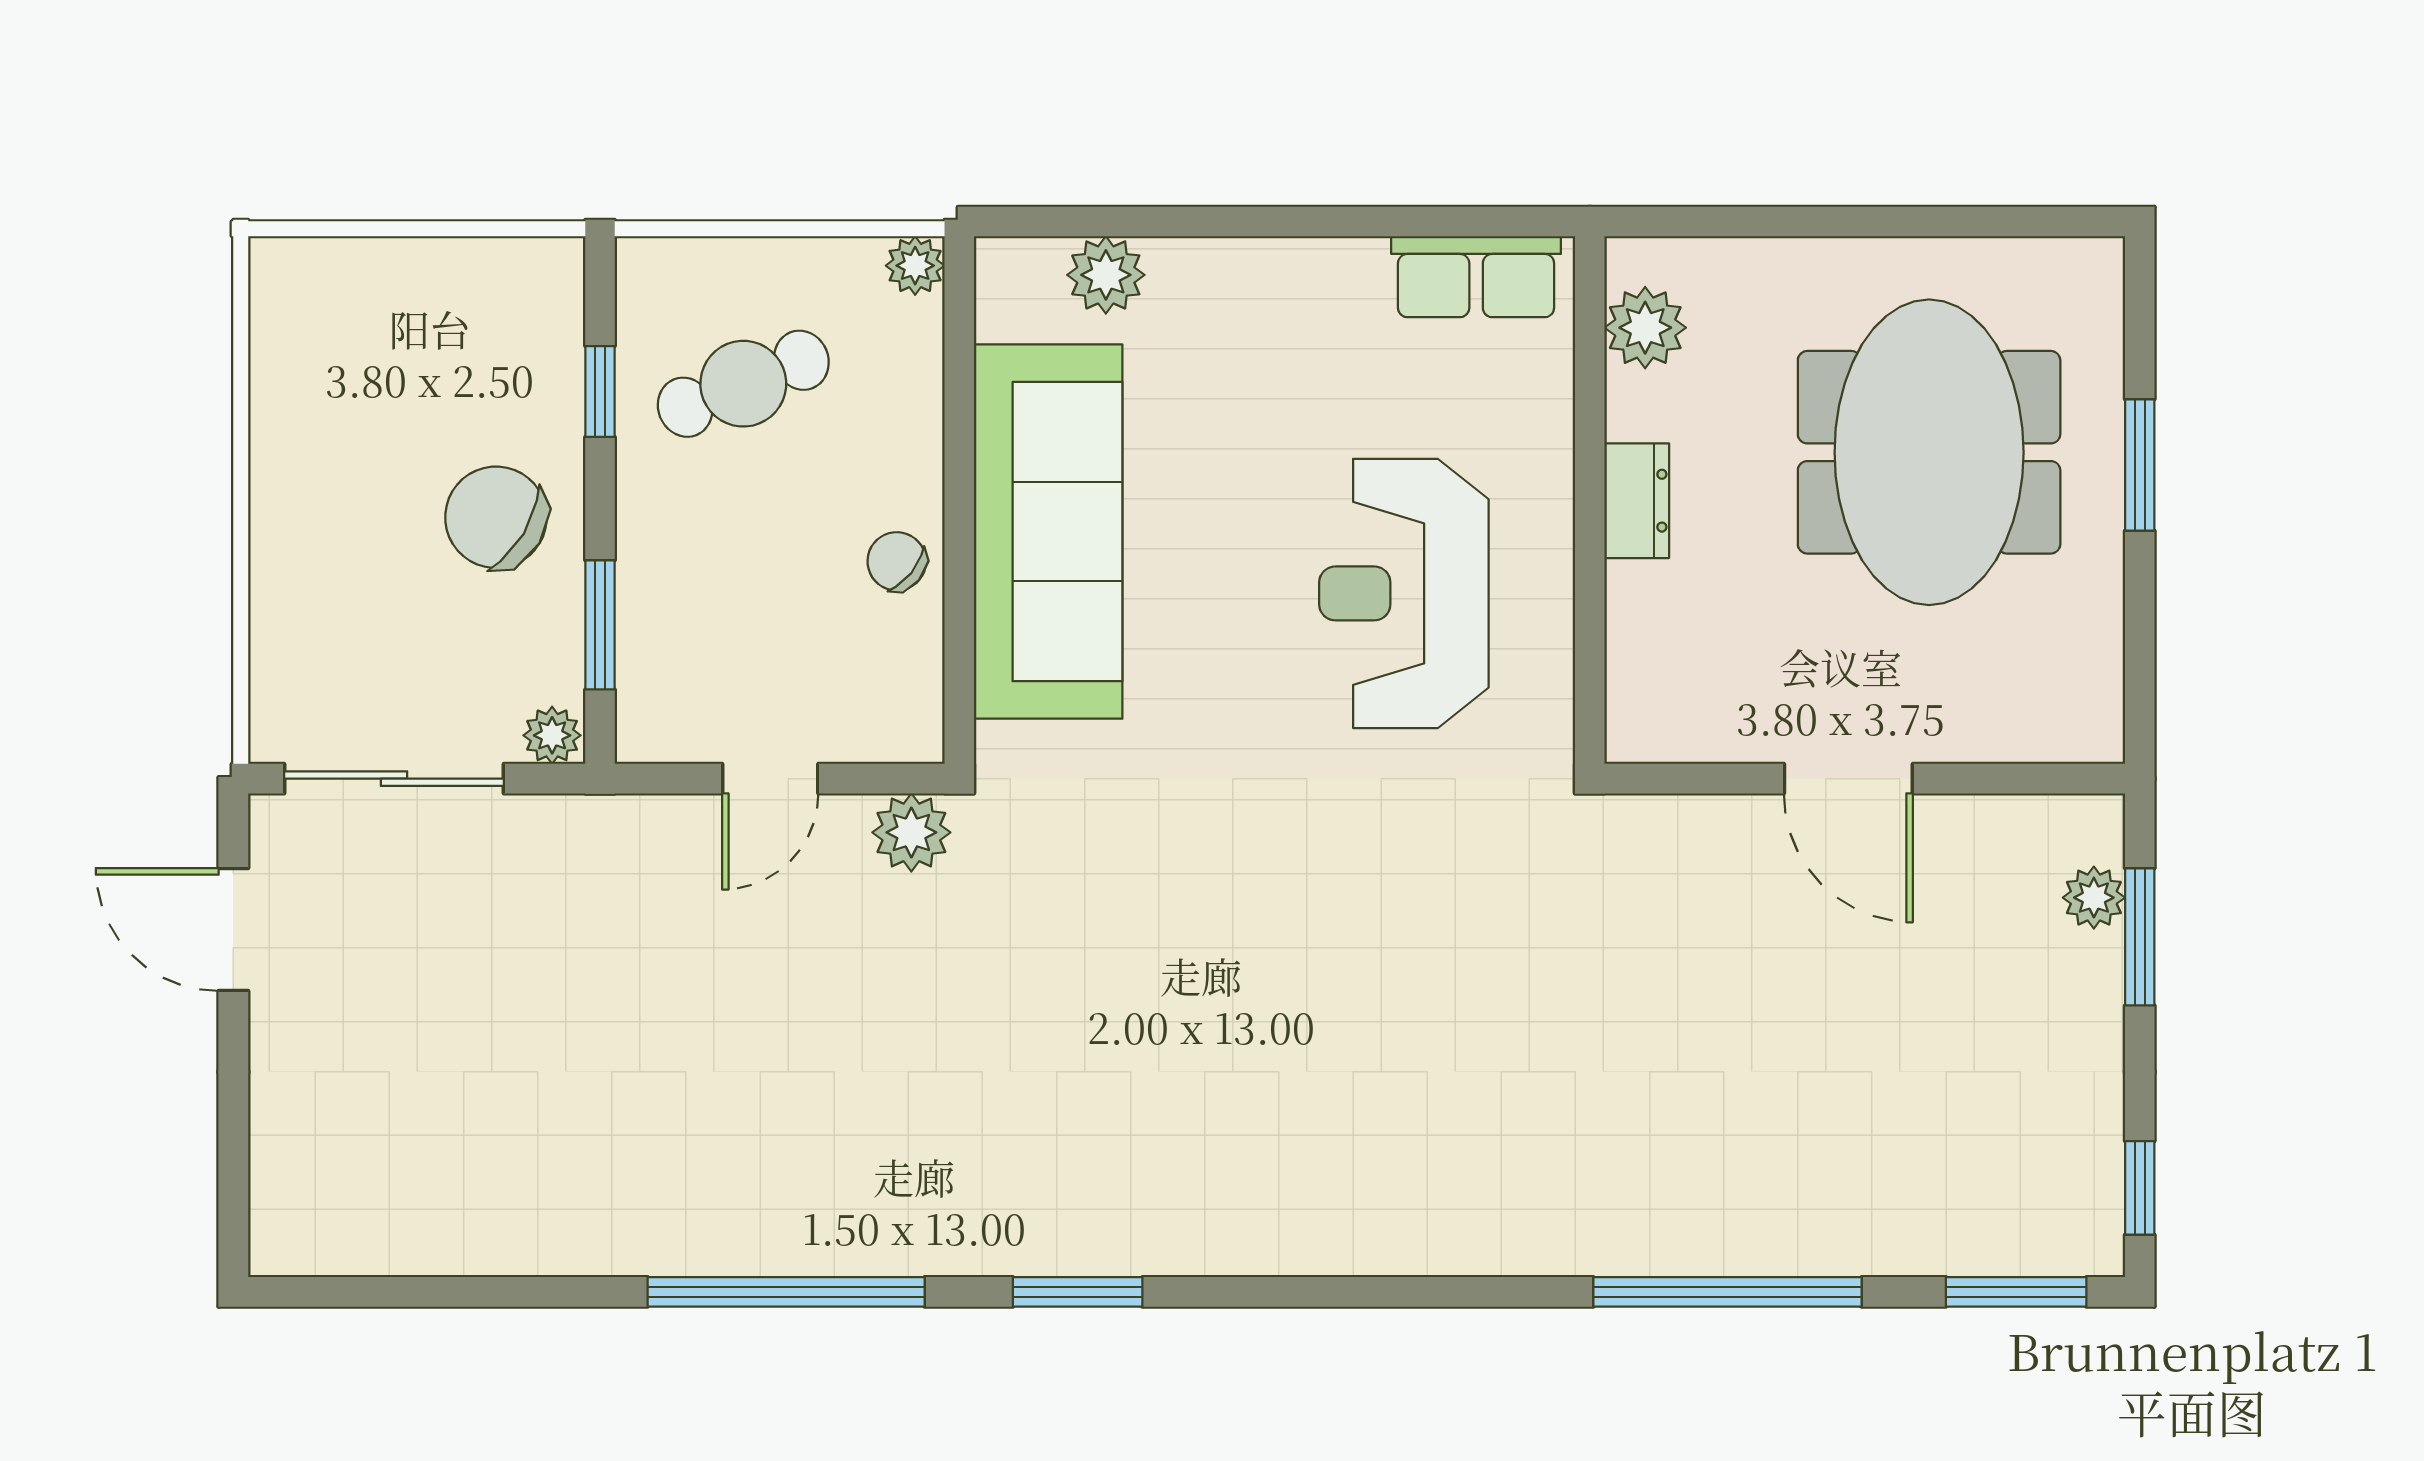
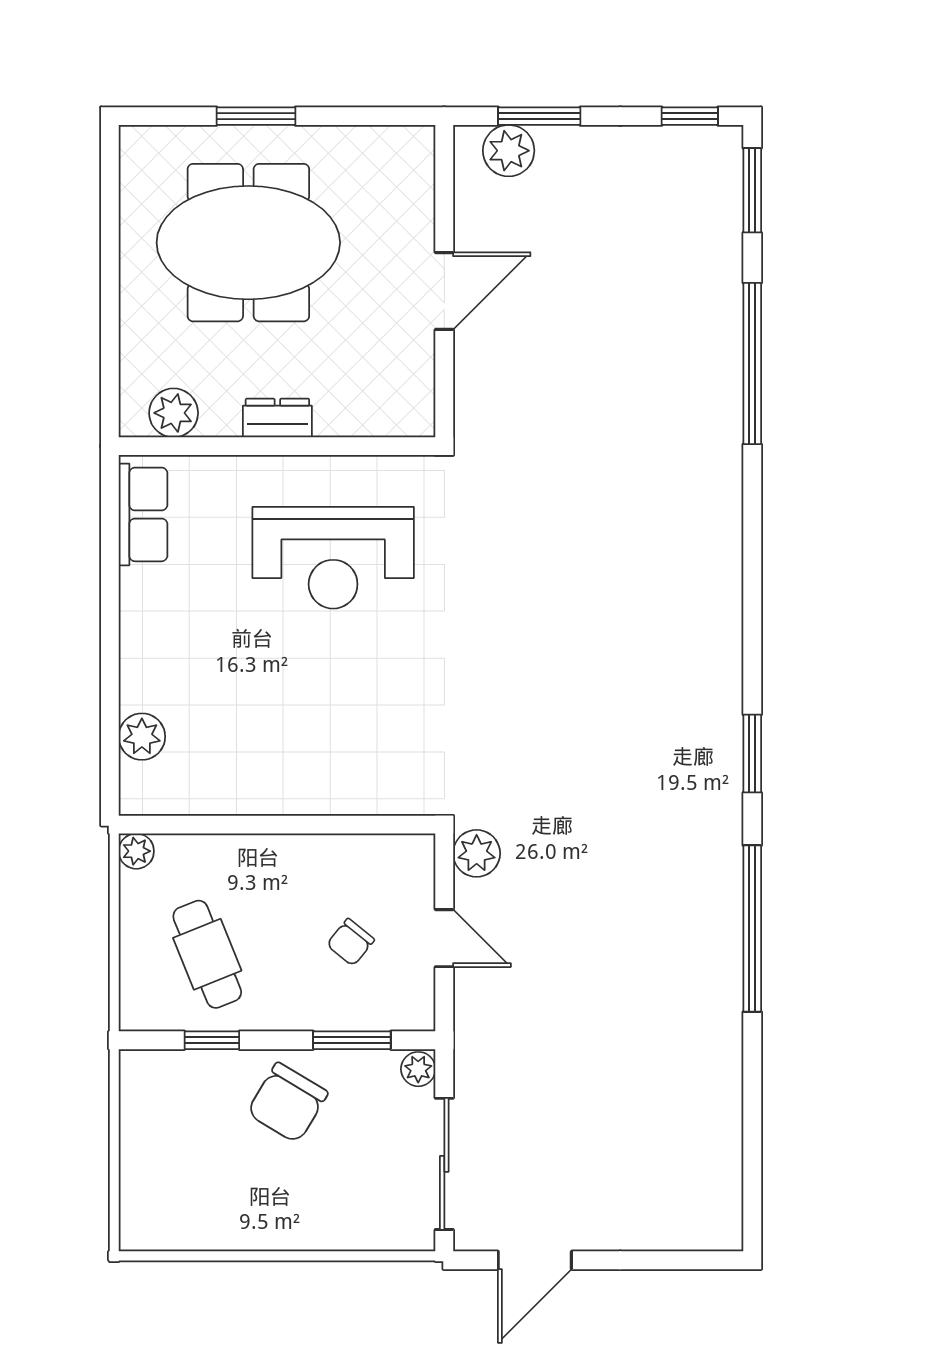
sofa: (1048, 532) -> (296, 771), removed
chair: (897, 561) -> (350, 942), moved
plant: (2094, 898) -> (509, 151), width x1.38, depth x1.38

